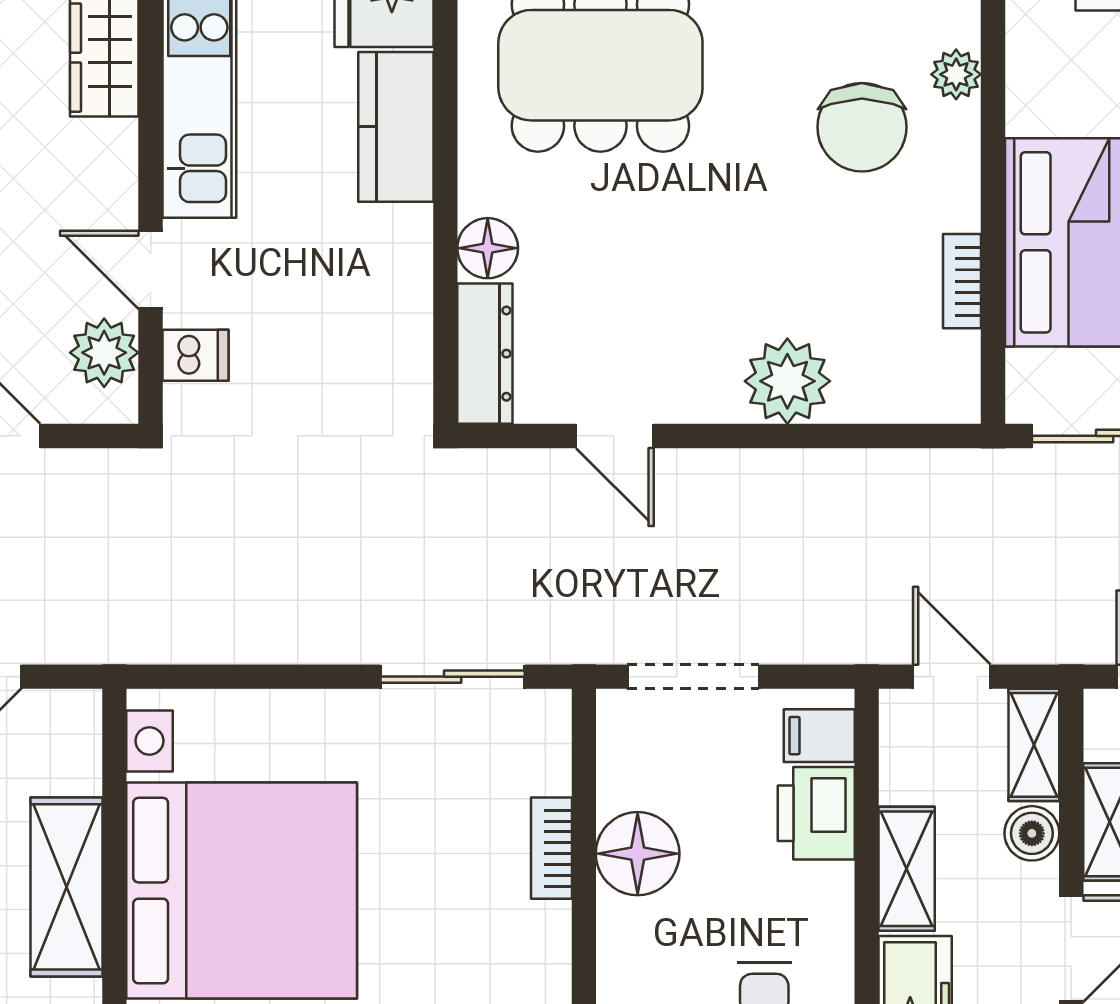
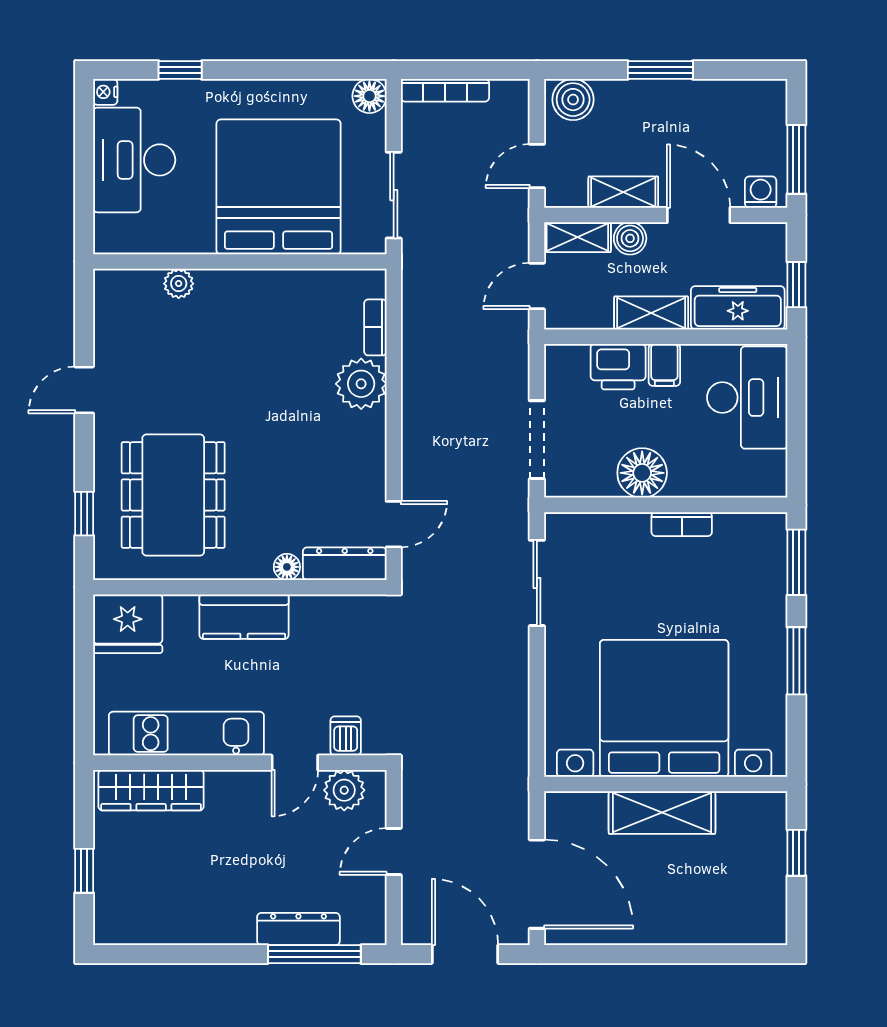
kitchen counter: (396, 127) -> (244, 617), moved
chair: (862, 127) -> (210, 339), removed
floor lamp: (488, 248) -> (287, 567), width x0.73, depth x0.73
bookcase: (962, 281) -> (375, 327), moved, turned 90
door: (615, 436) -> (394, 524), moved
filing cabinet: (819, 736) -> (664, 365), moved
bookcase: (551, 848) -> (682, 524), moved

